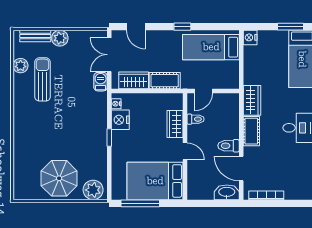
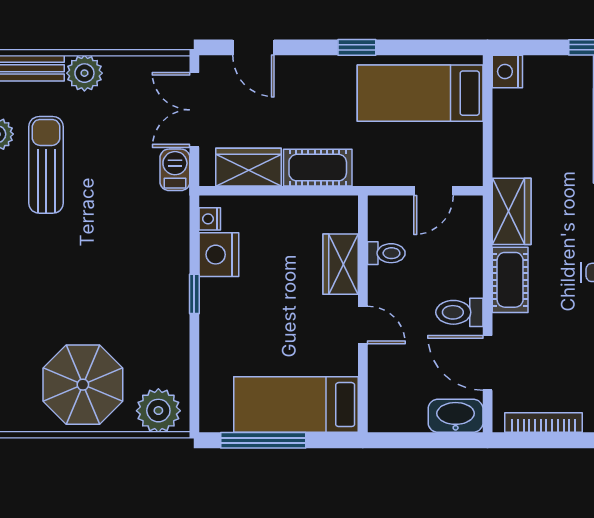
door: (204, 91) -> (434, 191), moved
bed: (155, 181) -> (296, 405), width x0.67

